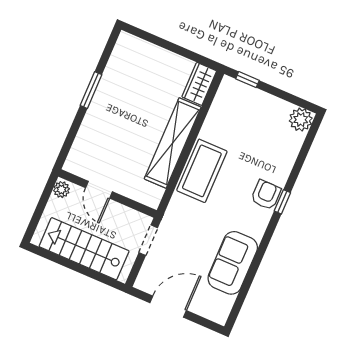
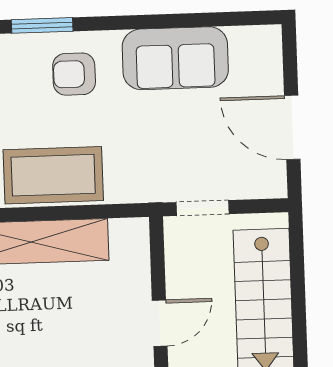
armchair: (266, 195) -> (74, 74), moved
window: (282, 202) -> (42, 25), width x1.50

